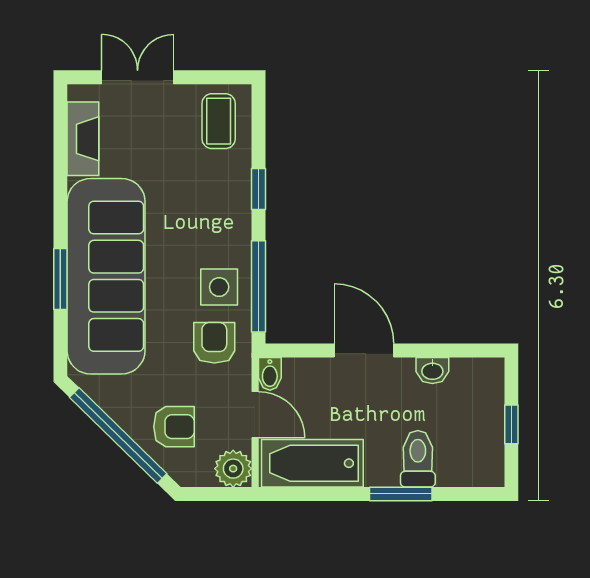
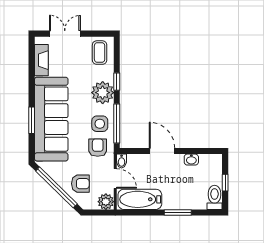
plant: (226, 214) -> (103, 93), added
toilet: (418, 459) -> (215, 197), moved

